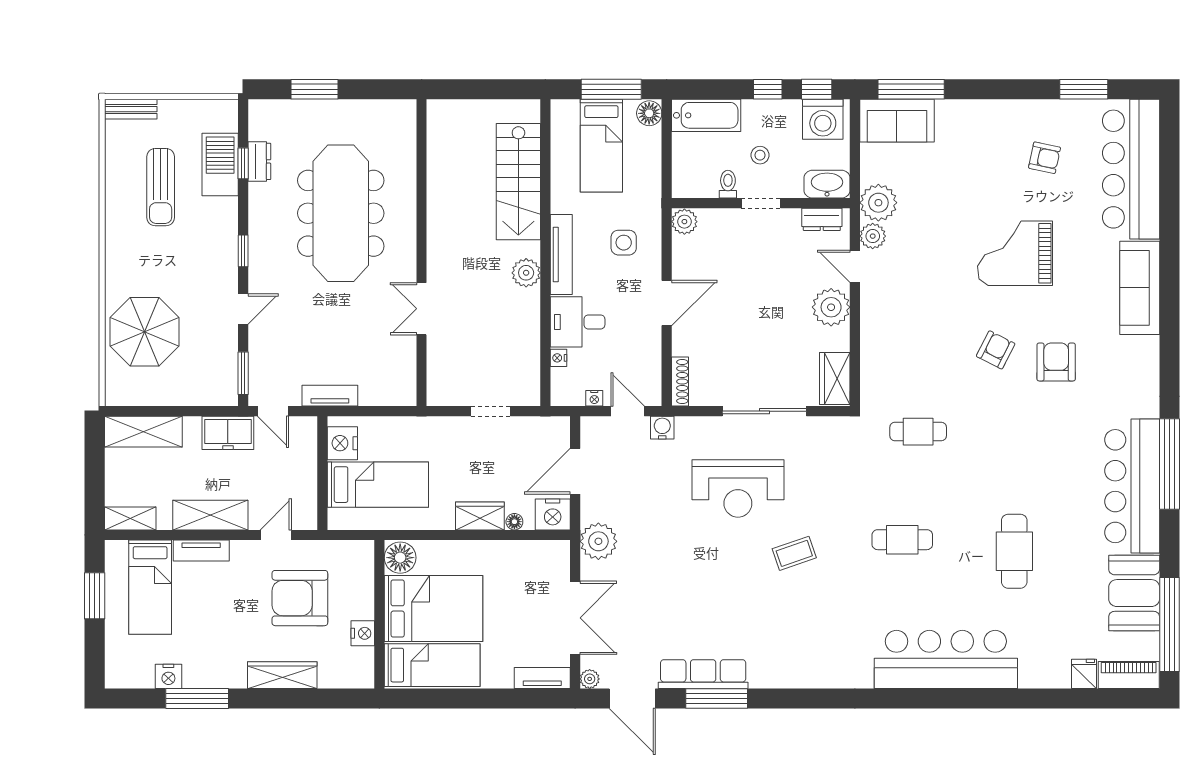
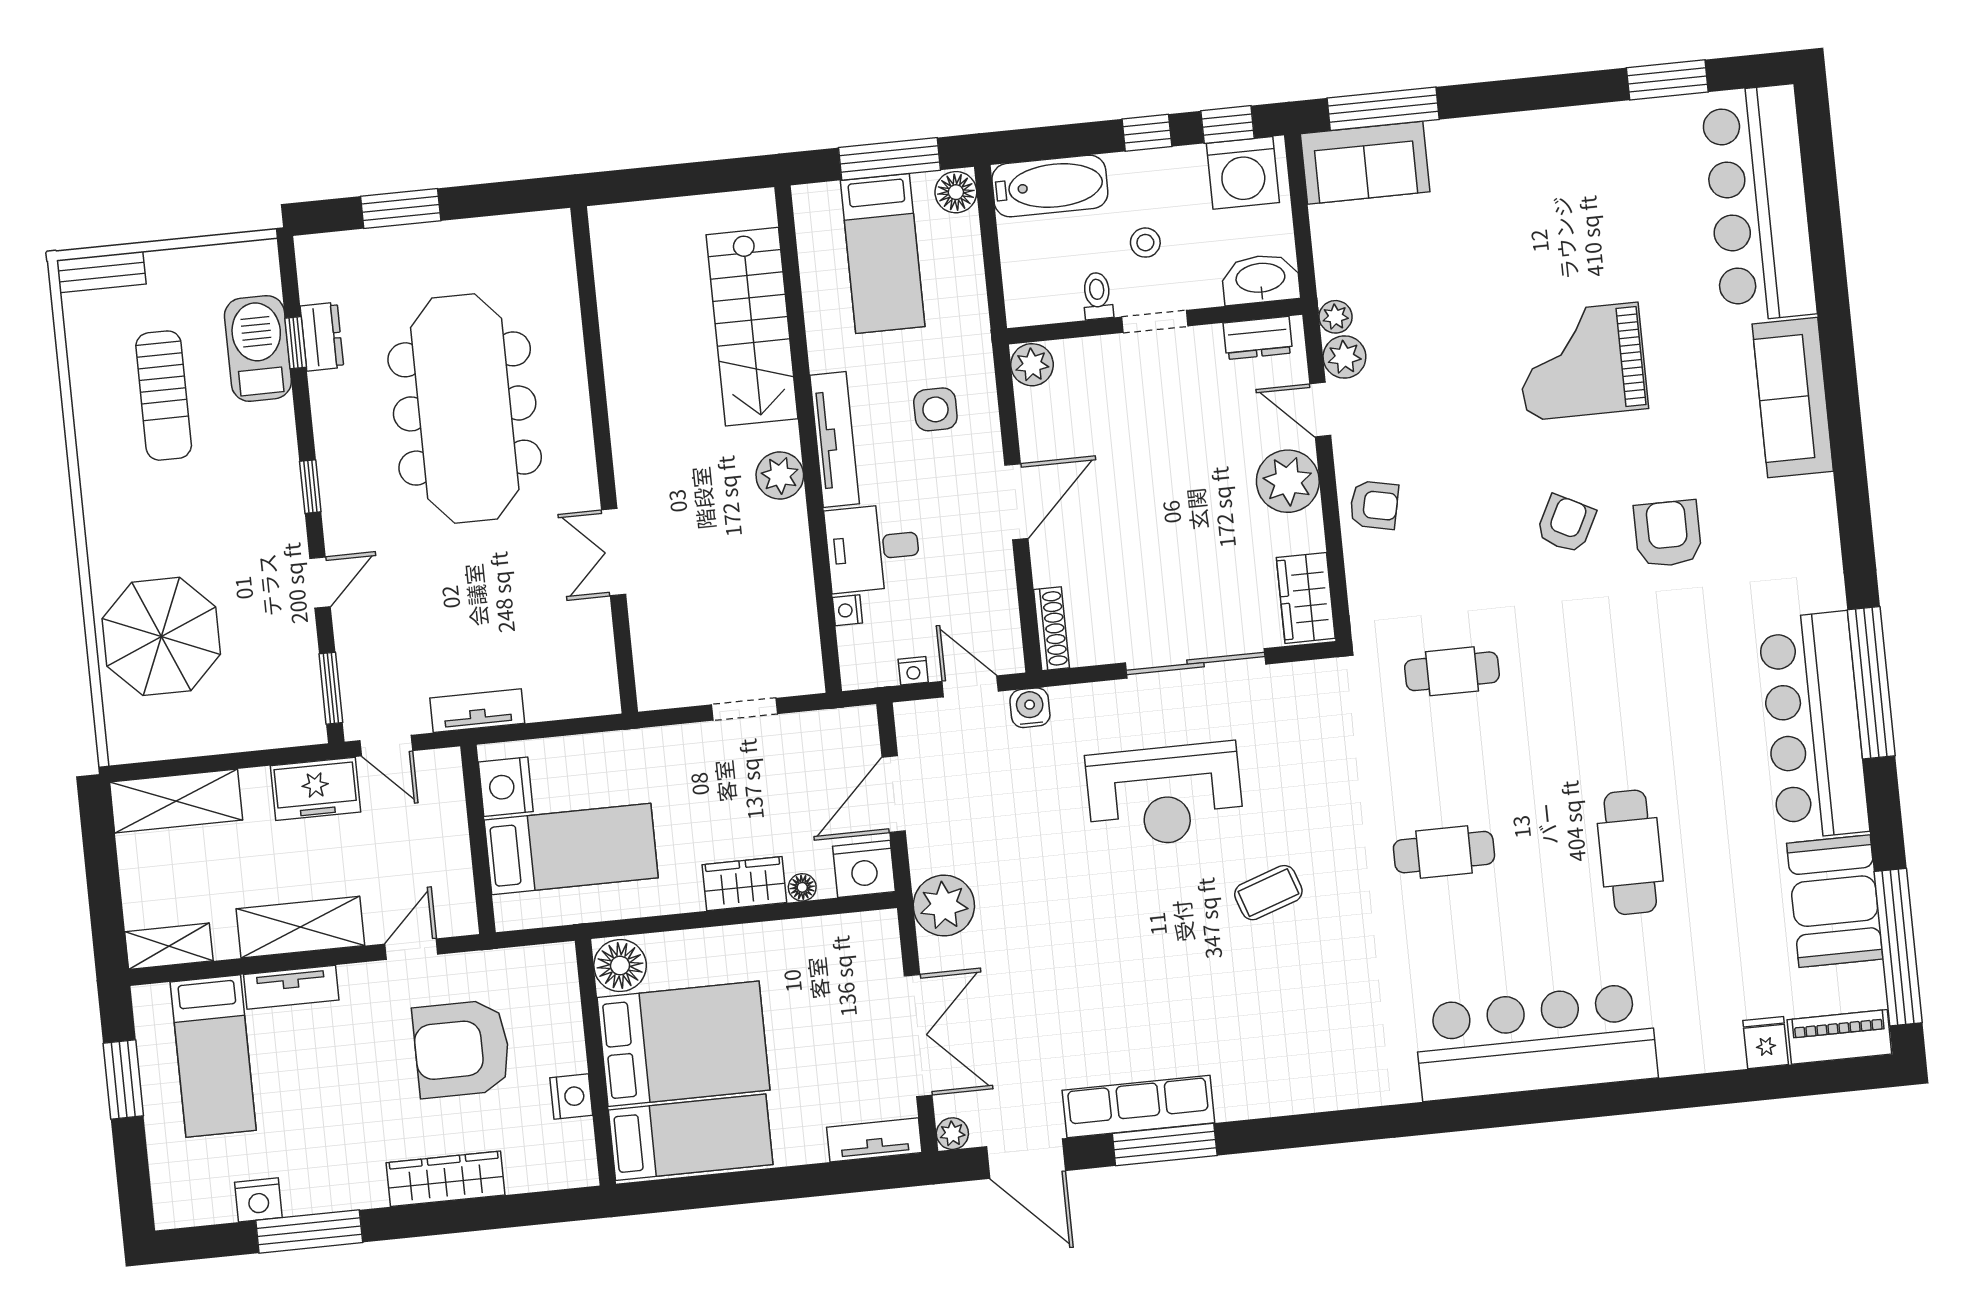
armchair: (1045, 158) -> (1374, 505), moved
plant: (878, 203) -> (1335, 317), width x0.53, depth x0.53

